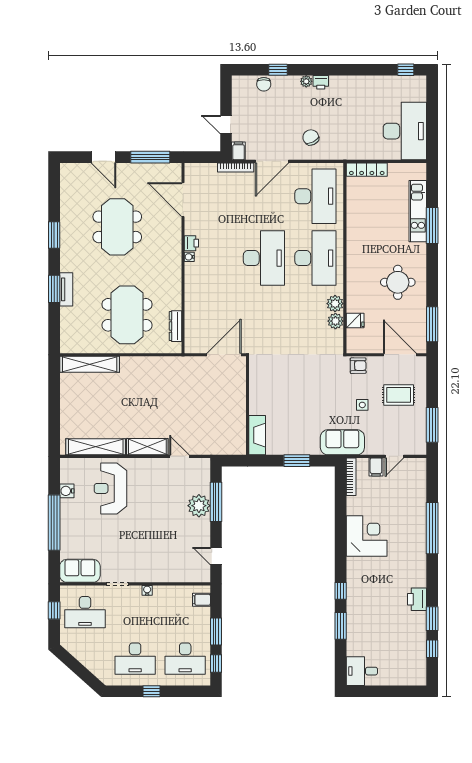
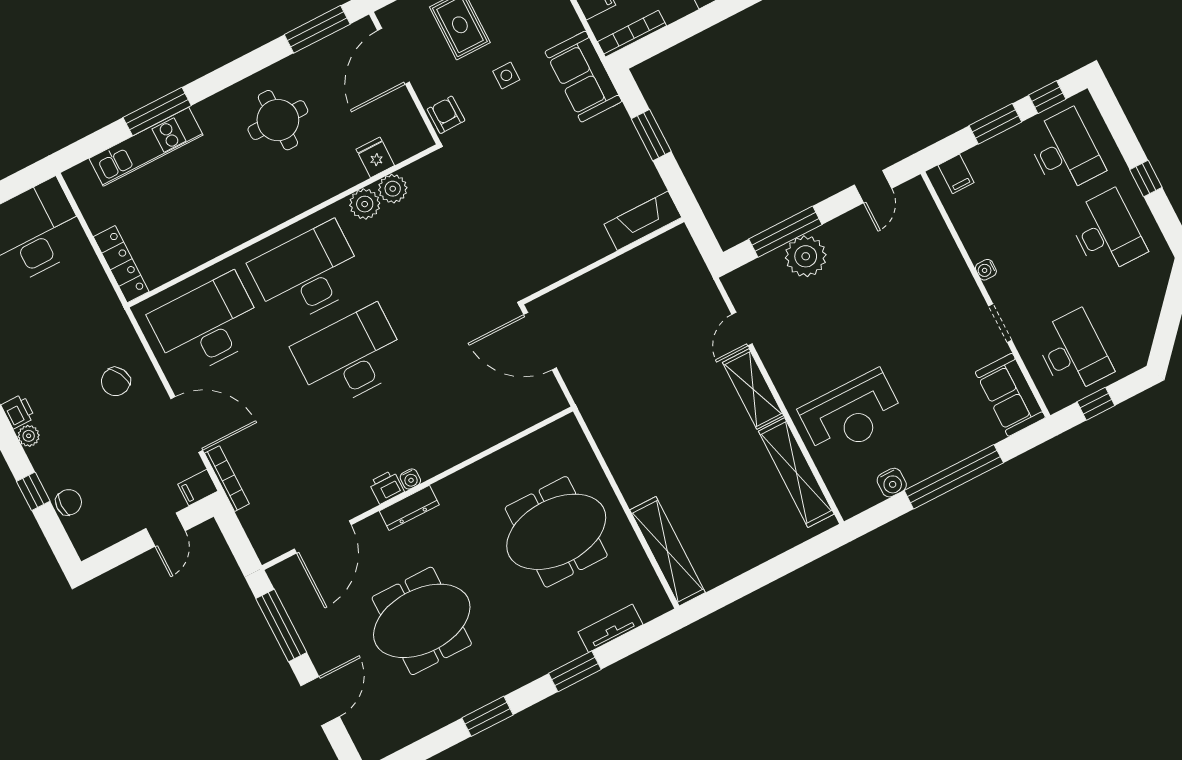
tv unit: (66, 289) -> (611, 628), moved
dresser: (176, 326) -> (409, 508), moved

